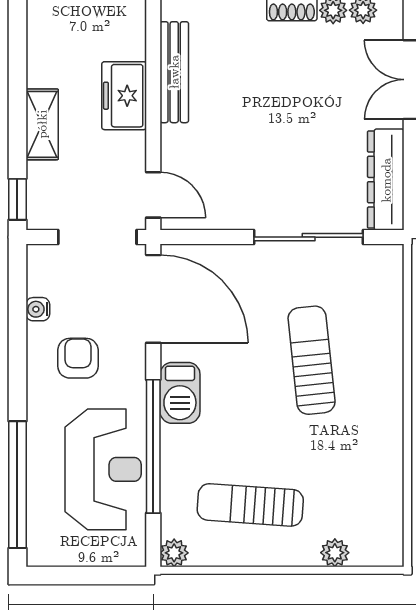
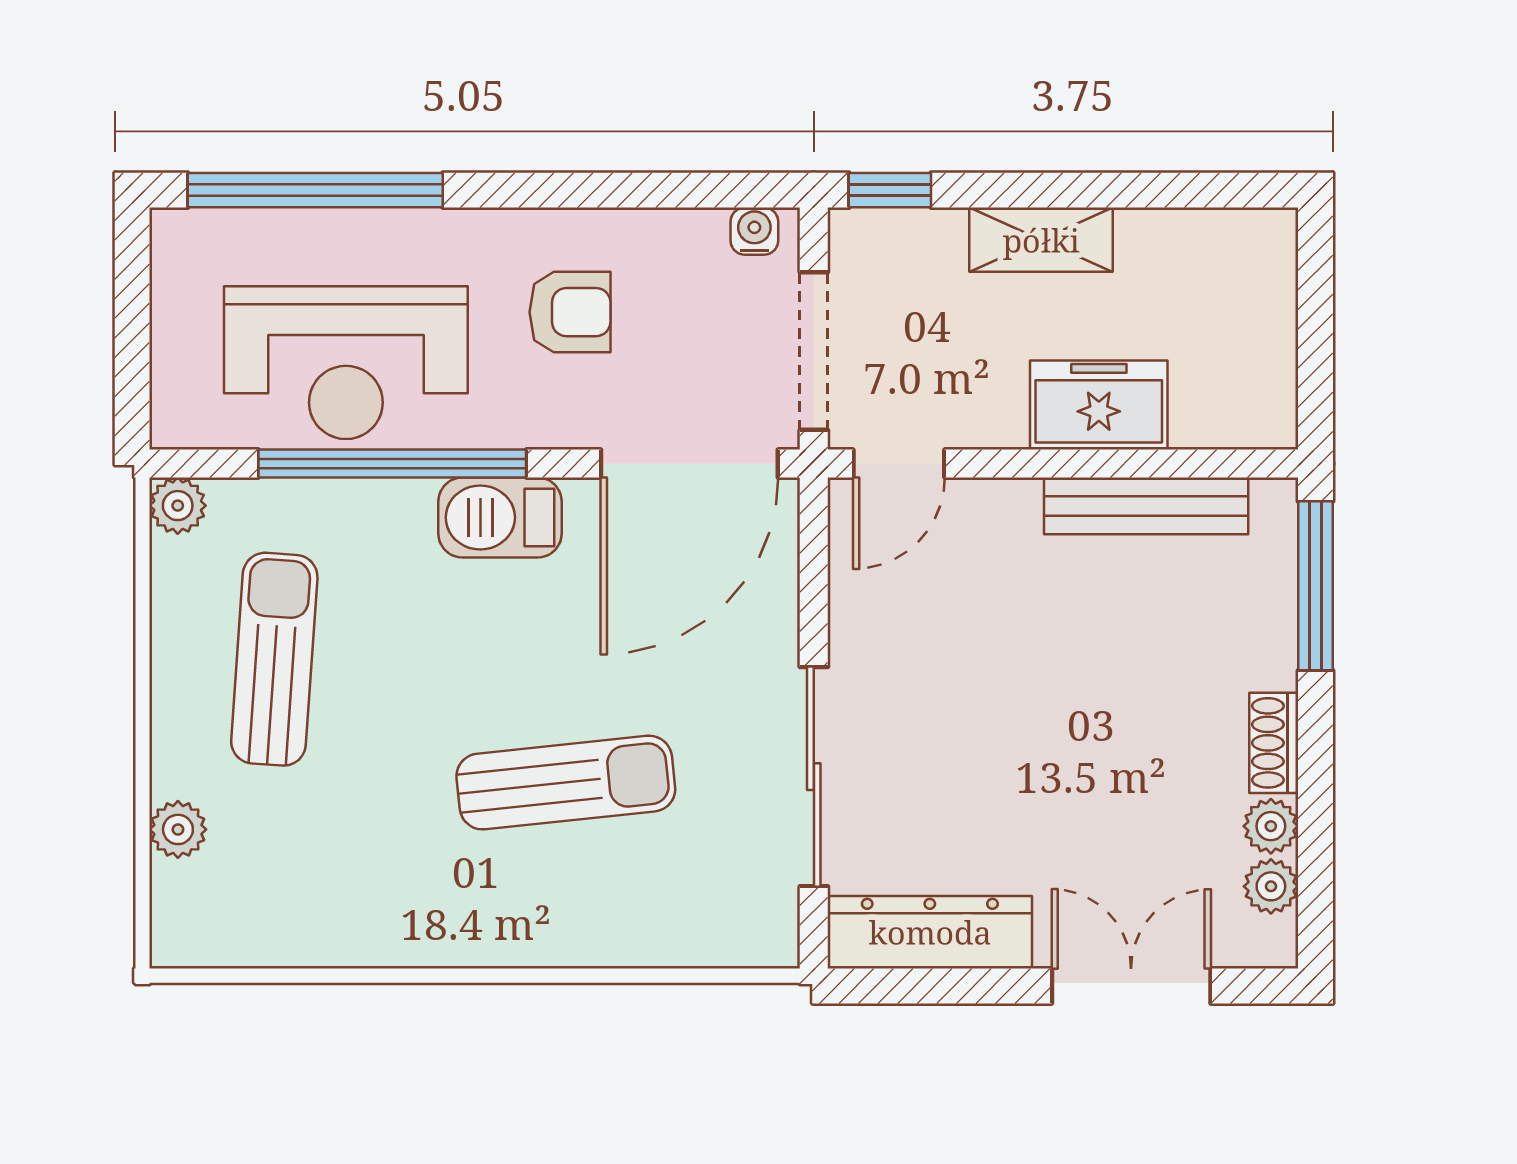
water cooler: (38, 309) -> (754, 231), moved

